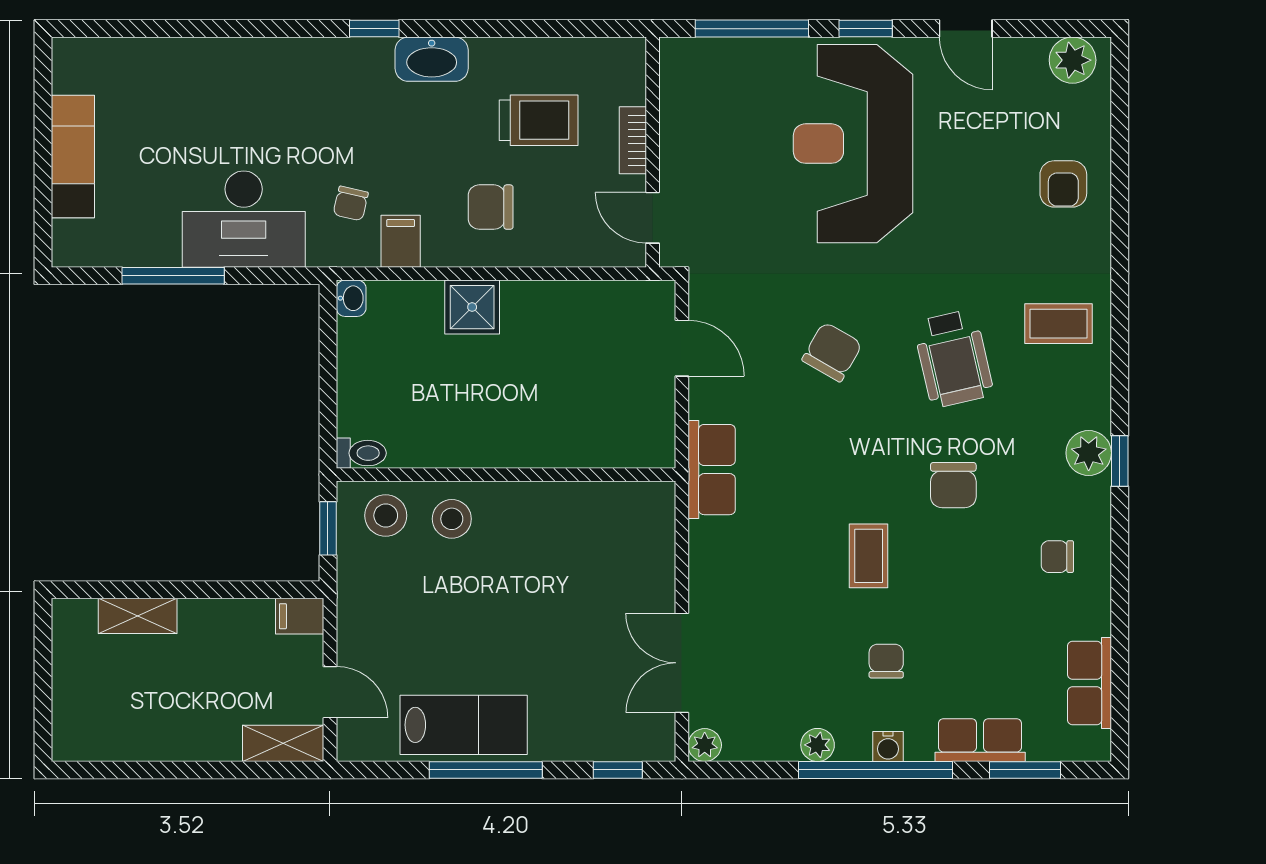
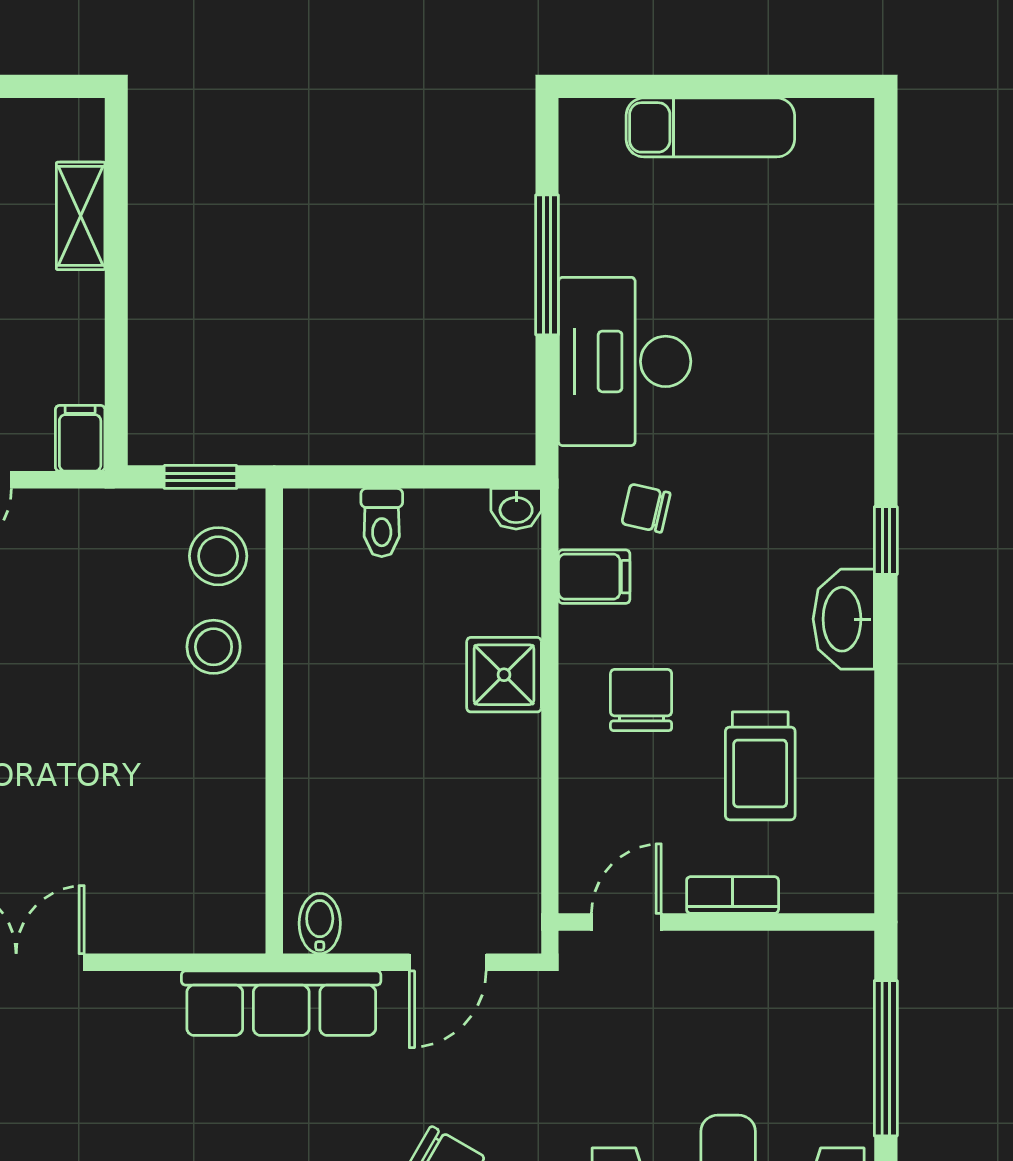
bidet: (654, 441) -> (320, 923), added
toilet: (361, 453) -> (382, 523), moved
row of seats: (712, 470) -> (281, 1003), width x1.48

